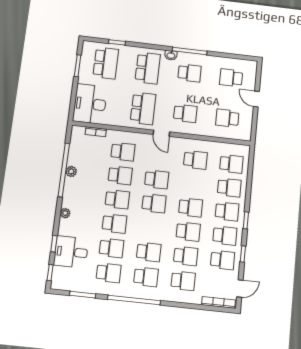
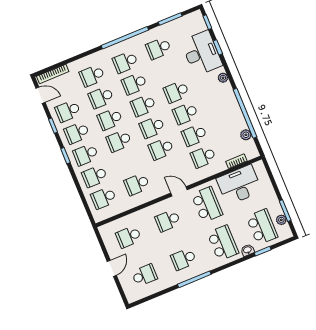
washbasin: (171, 55) -> (247, 250), moved
plant: (85, 60) -> (281, 220), added
school desk: (106, 63) -> (262, 227), turned 180
school desk: (148, 68) -> (223, 243), turned 180
door: (256, 99) -> (112, 268), hinge flipped
desk: (90, 104) -> (239, 185), moved, turned -90
school desk: (143, 108) -> (207, 204), turned 180
school desk: (227, 118) -> (129, 237), turned 180
plant: (71, 171) -> (246, 135), moved
school desk: (112, 248) -> (143, 105), moved
desk: (71, 252) -> (202, 53), width x1.37
door: (240, 288) -> (41, 95), swing flipped

